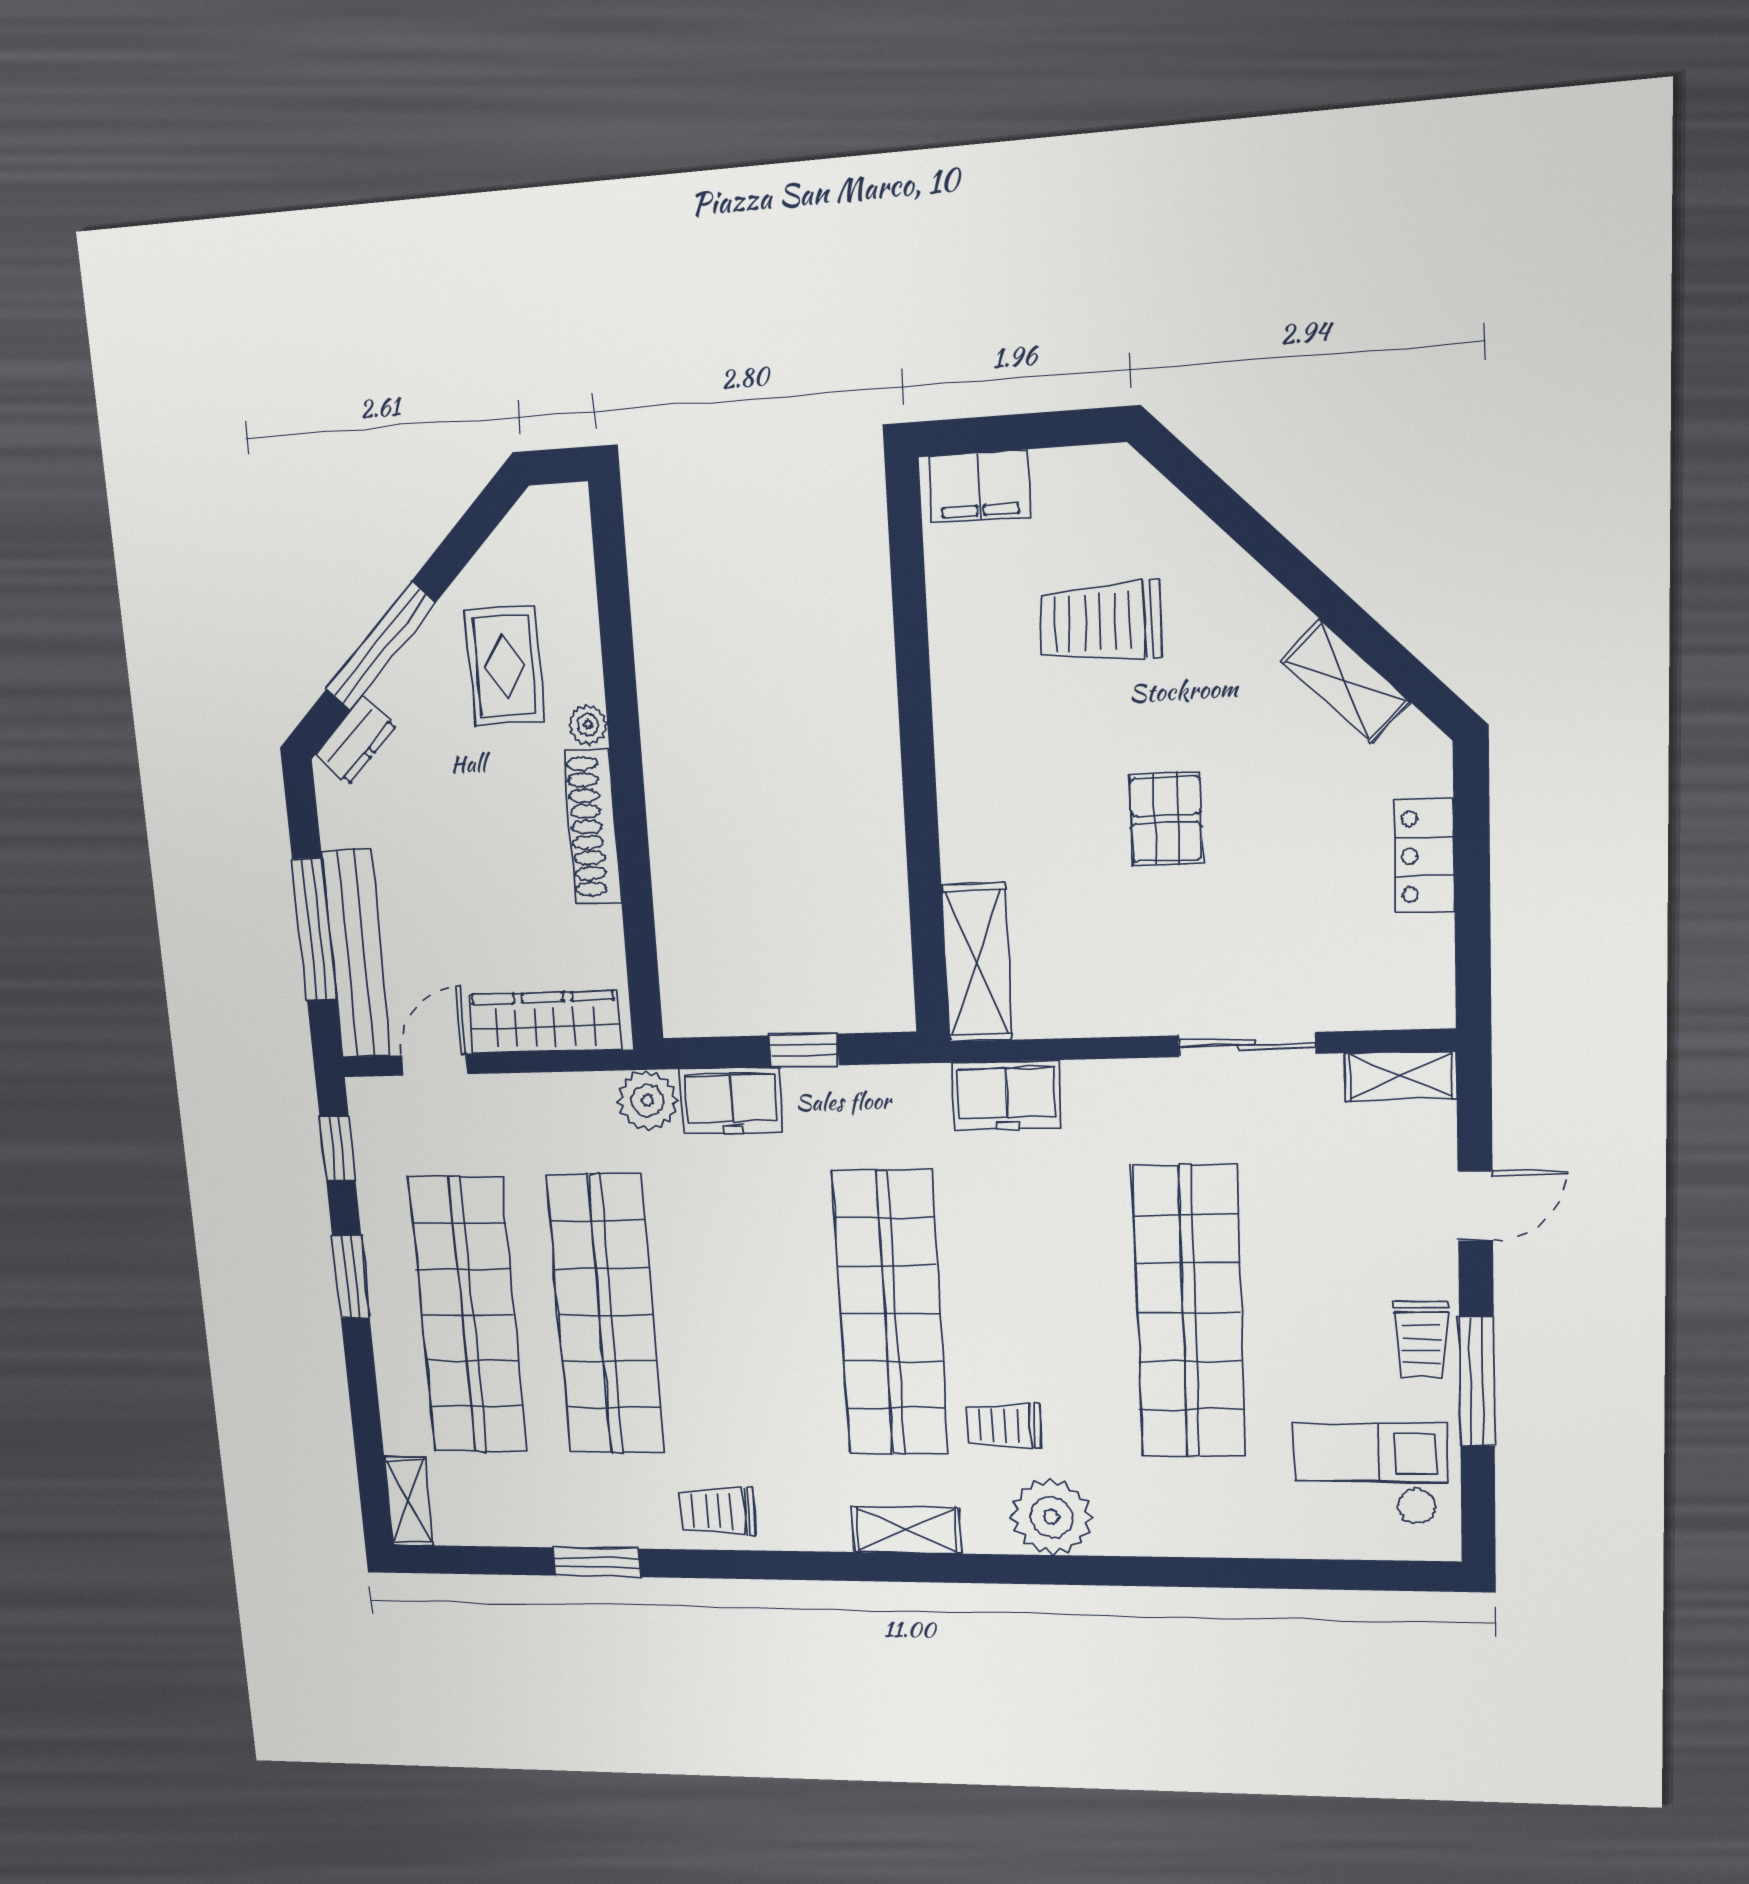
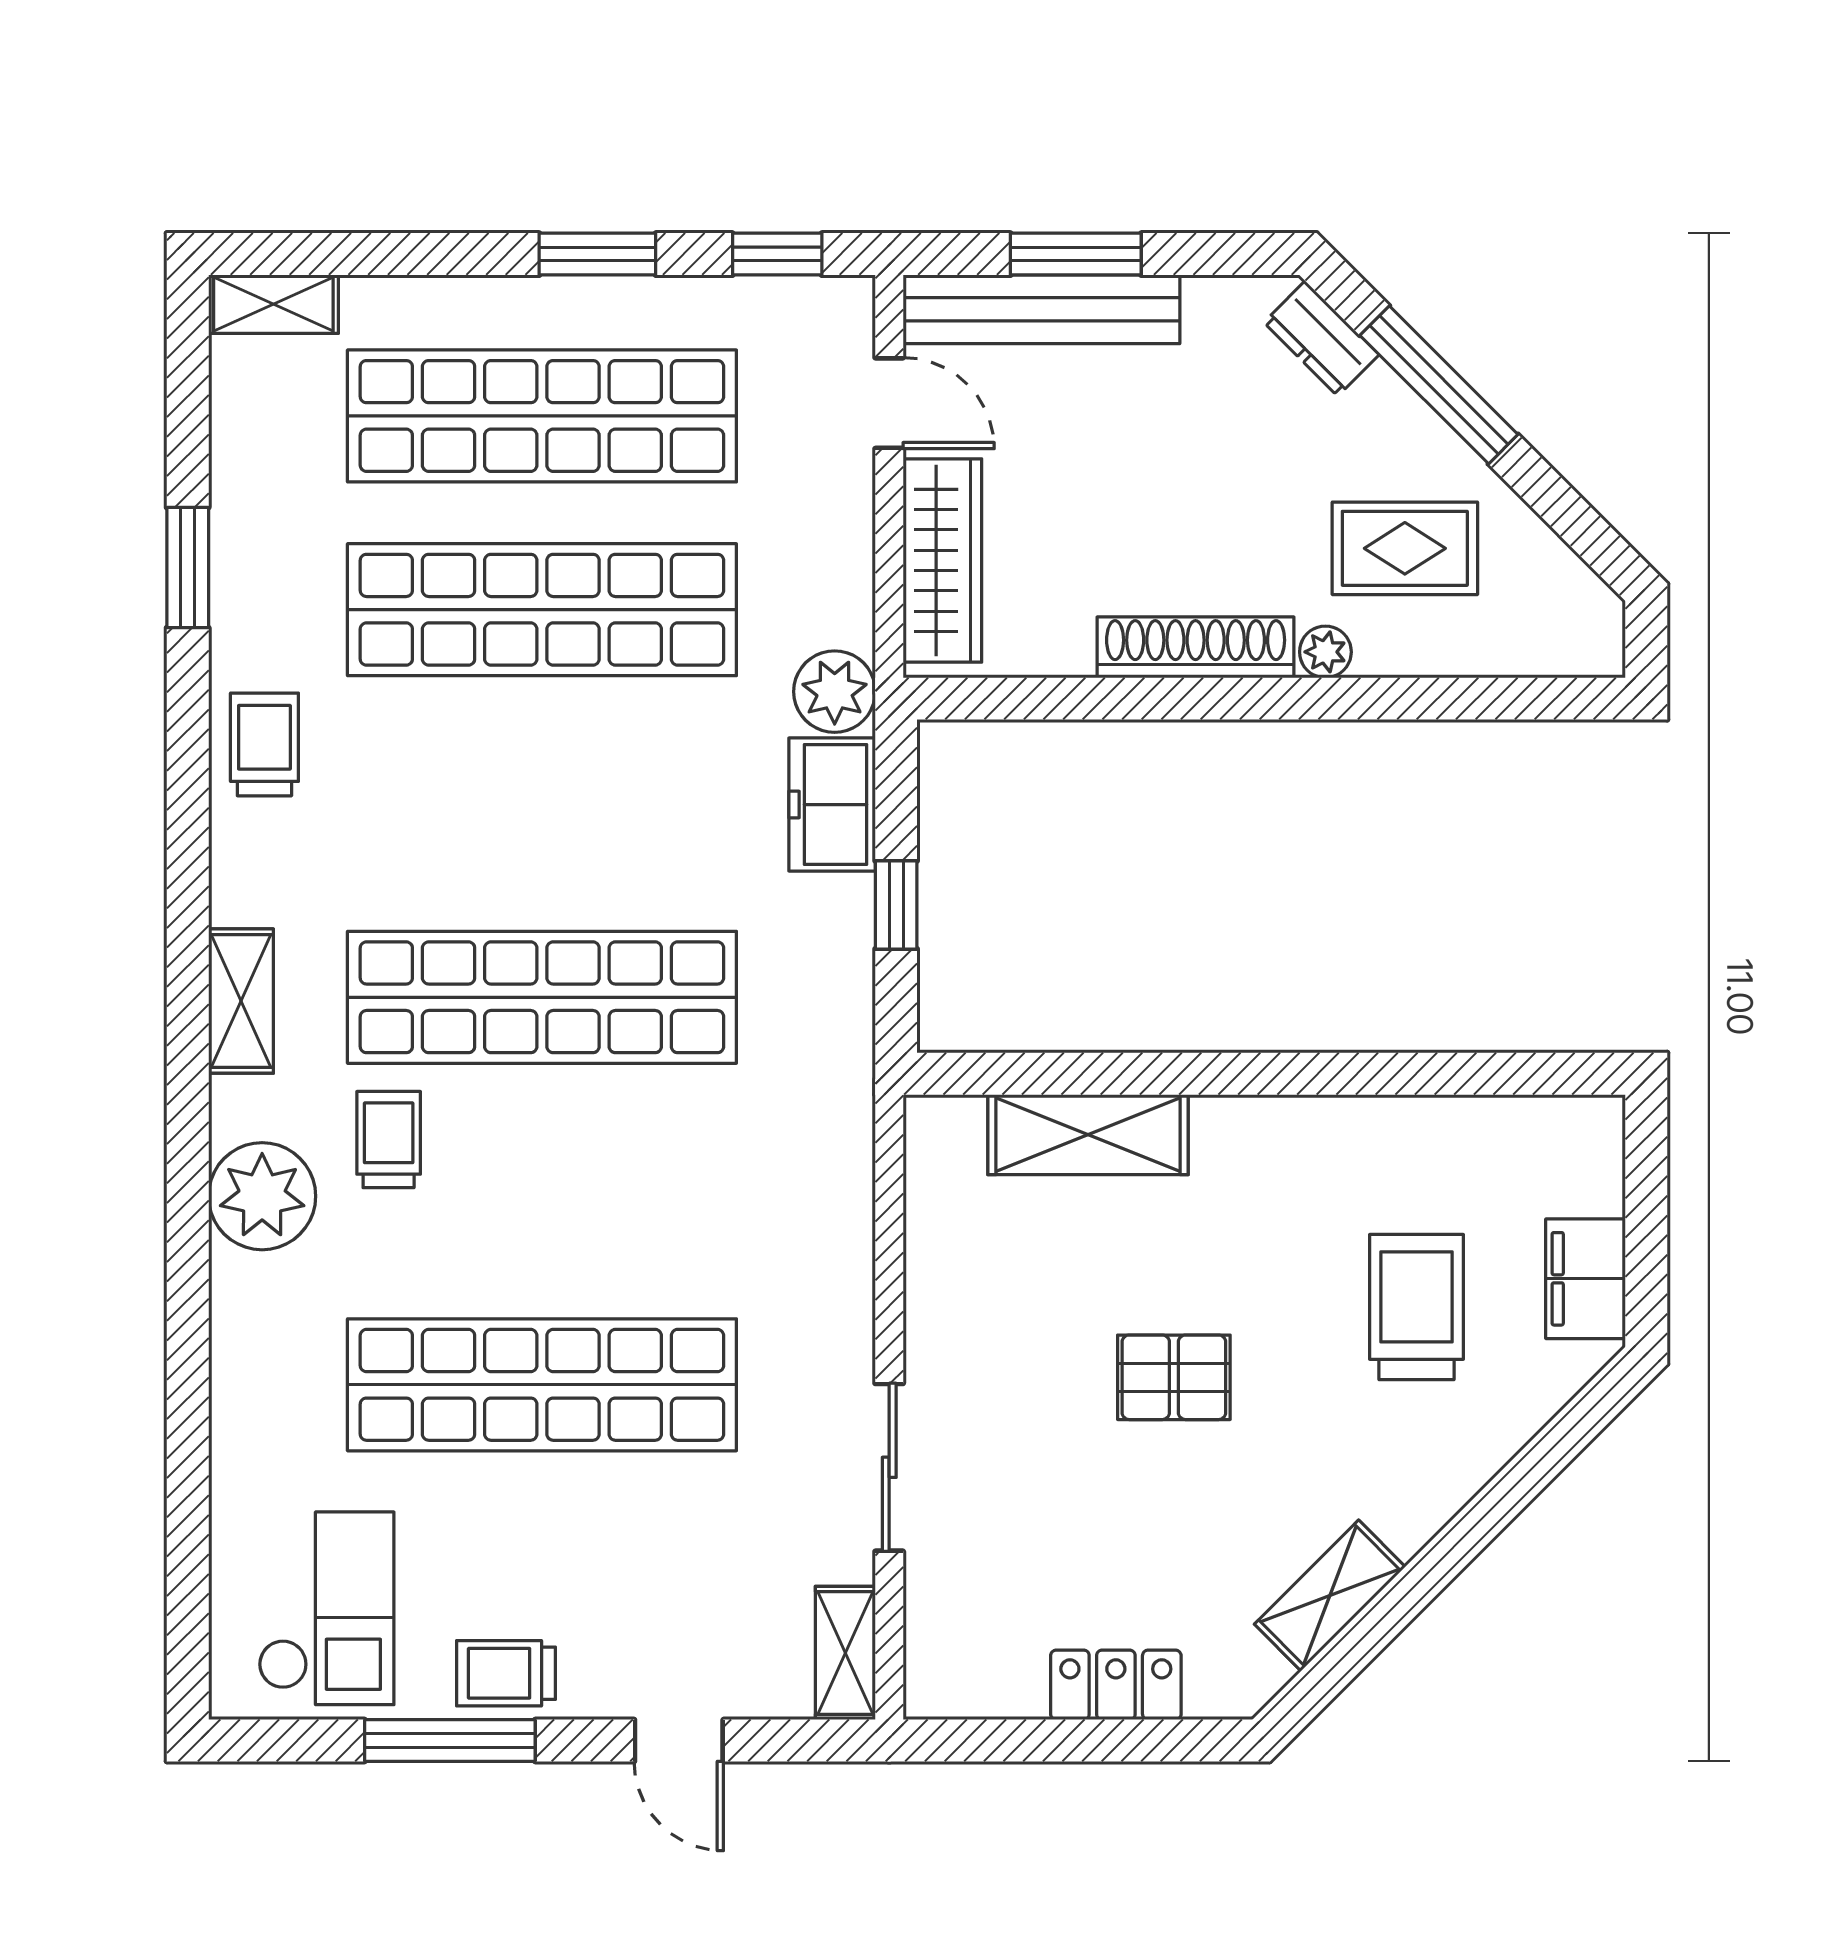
filing cabinet: (979, 487) -> (1586, 1279), moved
window: (314, 929) -> (1076, 254), width x0.69
shelving: (977, 963) -> (1088, 1135), moved
freezer: (1006, 1096) -> (831, 1164), removed

